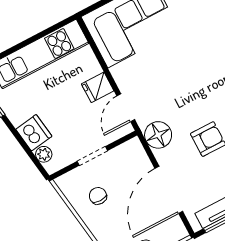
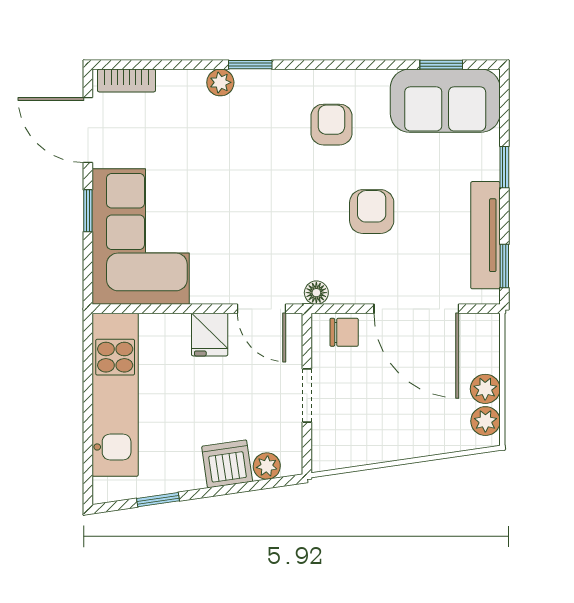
floor lamp: (158, 135) -> (316, 293), width x0.53, depth x0.53
chair: (98, 196) -> (344, 332), moved, turned 180

